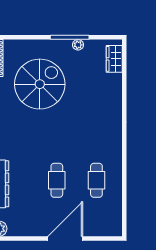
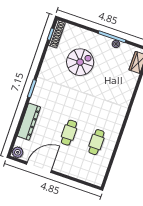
spiral stairs: (40, 84) -> (80, 62), width x0.73, depth x0.73
door: (65, 238) -> (39, 167), moved

